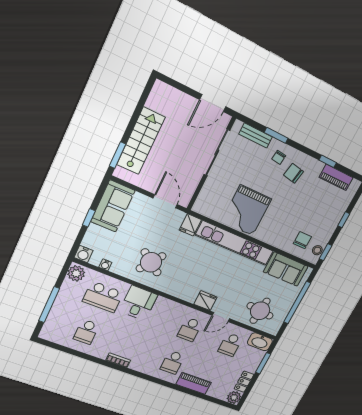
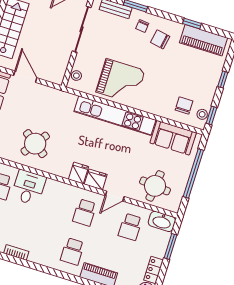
piano: (336, 177) -> (204, 40), width x1.37, depth x1.33
stool: (203, 200) -> (76, 76), added
door: (165, 201) -> (25, 77), moved
grand piano: (246, 210) -> (120, 81), turned -90
fridge: (190, 225) -> (78, 173), moved, turned 180

